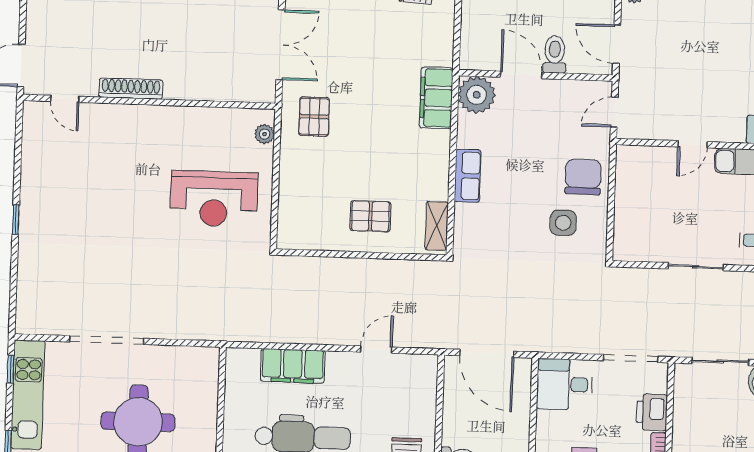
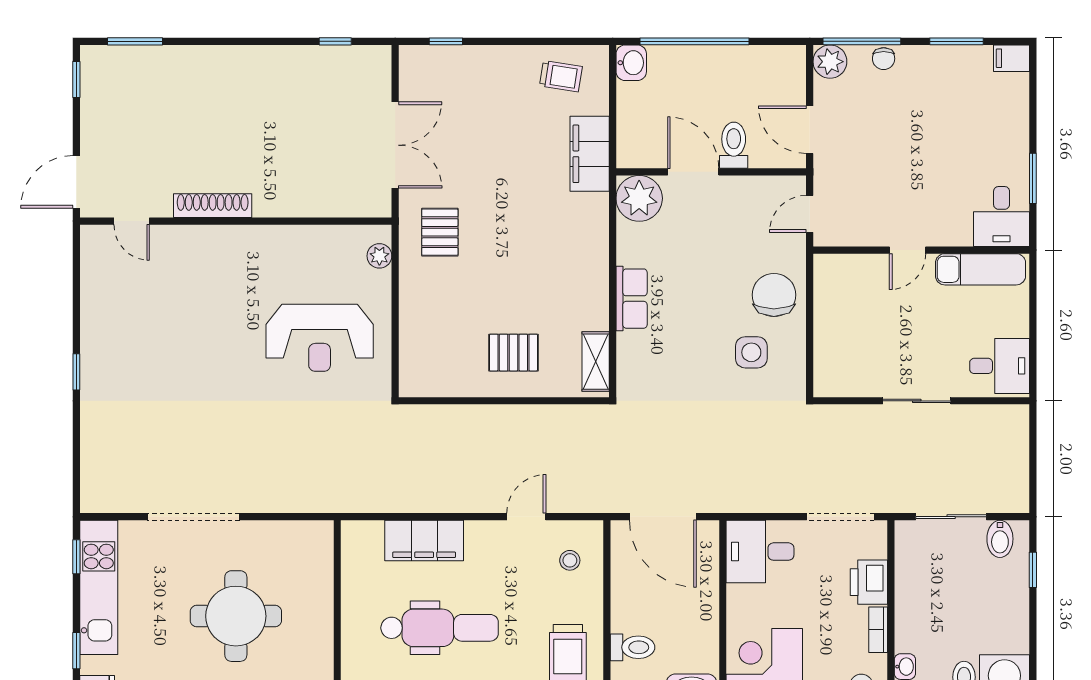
filing cabinet: (436, 98) -> (590, 154), moved
stool: (410, 386) -> (570, 560), added

